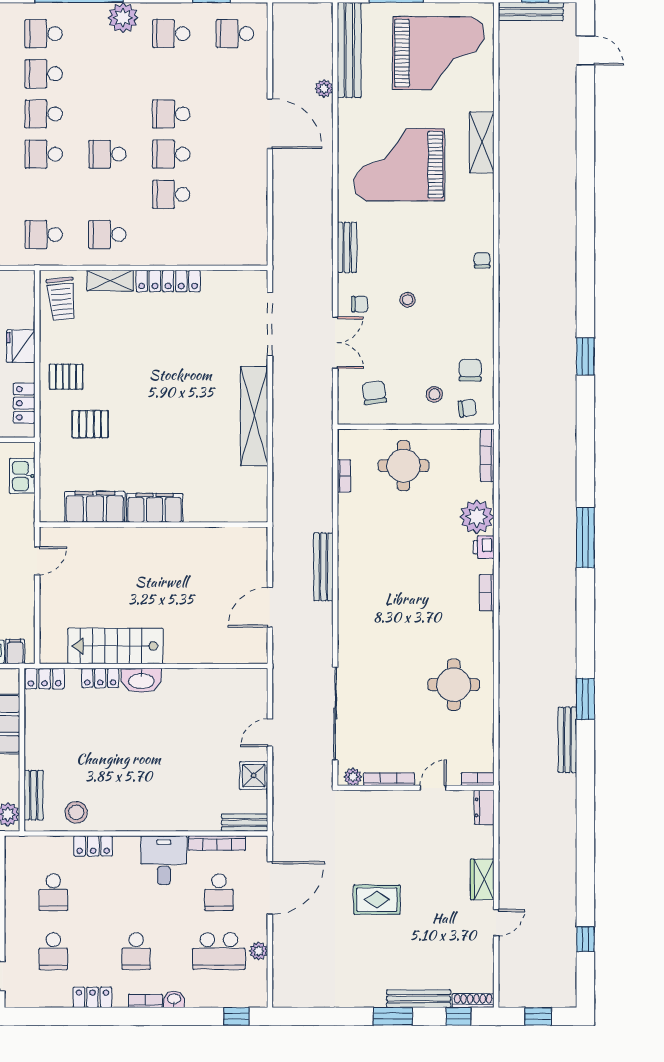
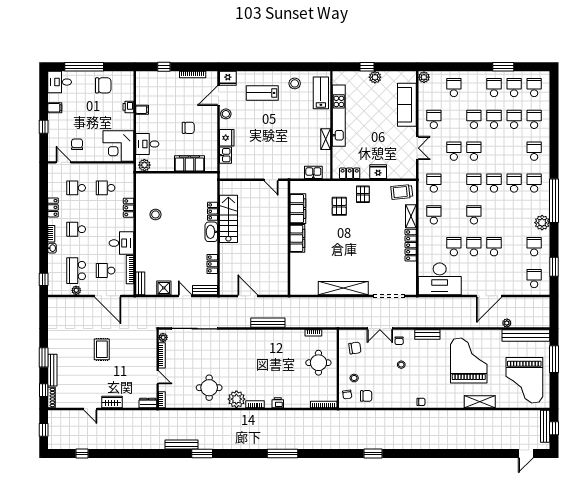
desk: (236, 223) -> (440, 279), added
plant: (477, 517) -> (236, 399), moved
filing cabinet: (15, 651) -> (226, 169), removed
locker: (45, 679) -> (212, 264), moved
bench: (34, 795) -> (205, 290), moved
stool: (76, 812) -> (155, 214), moved

